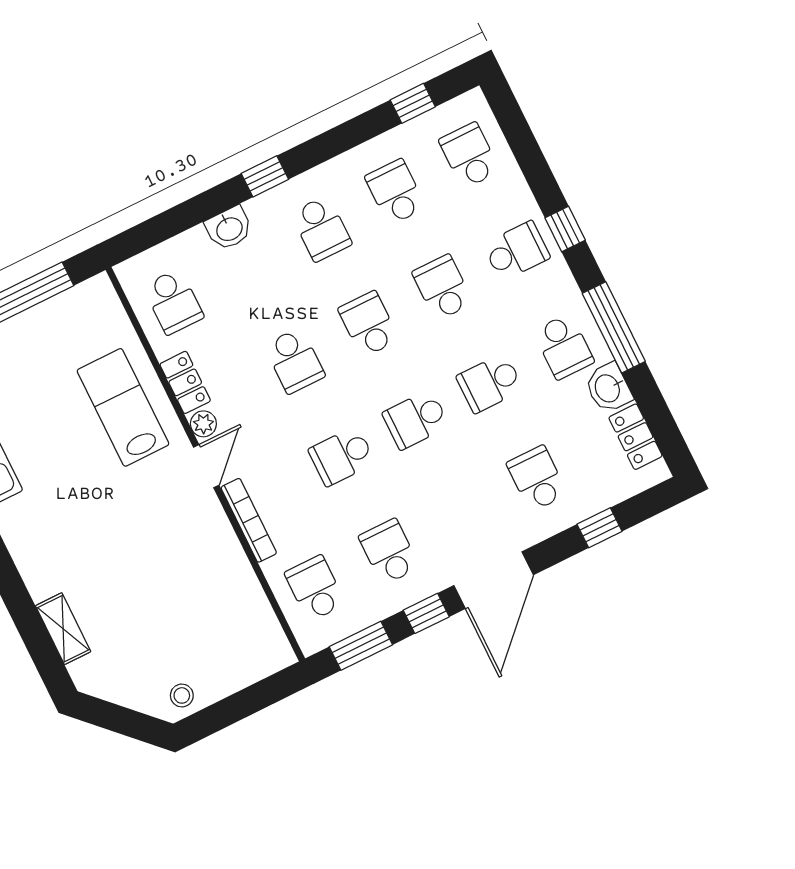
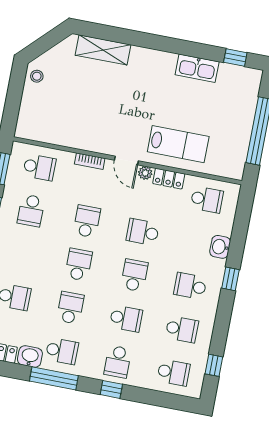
school desk: (173, 302) -> (207, 200), turned 180
school desk: (369, 324) -> (134, 275), turned -90
school desk: (564, 347) -> (62, 351), turned 180
bookcase: (249, 520) -> (90, 161), width x0.64
school desk: (389, 552) -> (31, 211), turned 90
shelving: (63, 629) -> (103, 50), width x1.50, depth x1.33

